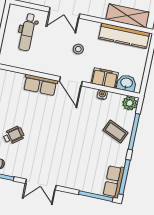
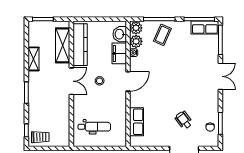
double door: (64, 13) -> (71, 81), moved
row of seats: (40, 85) -> (136, 122), moved
plant: (114, 100) -> (136, 41), added
double door: (41, 184) -> (220, 76), moved

